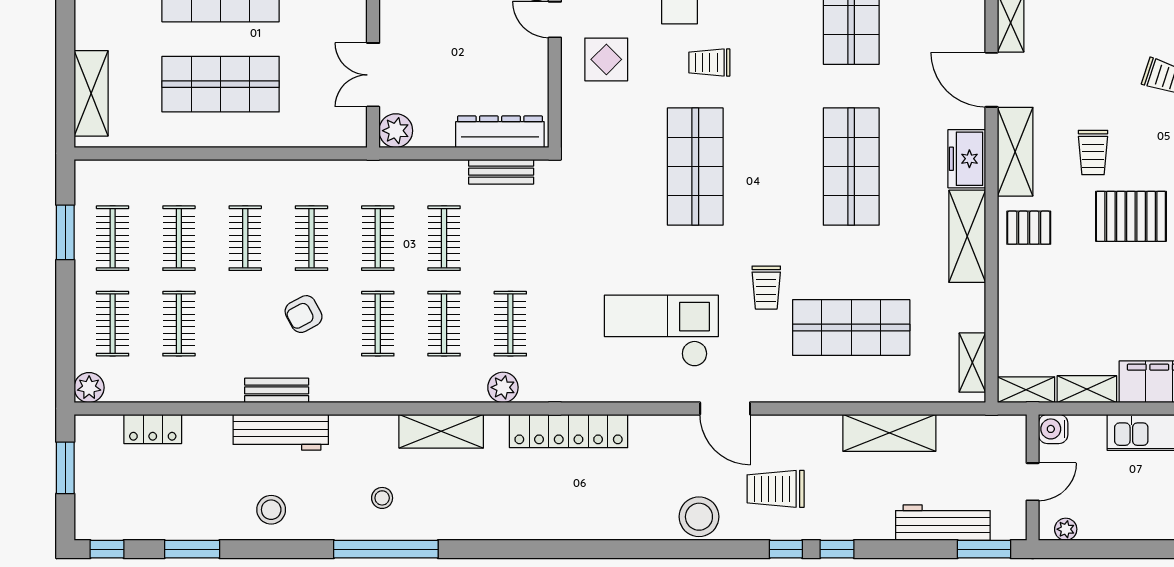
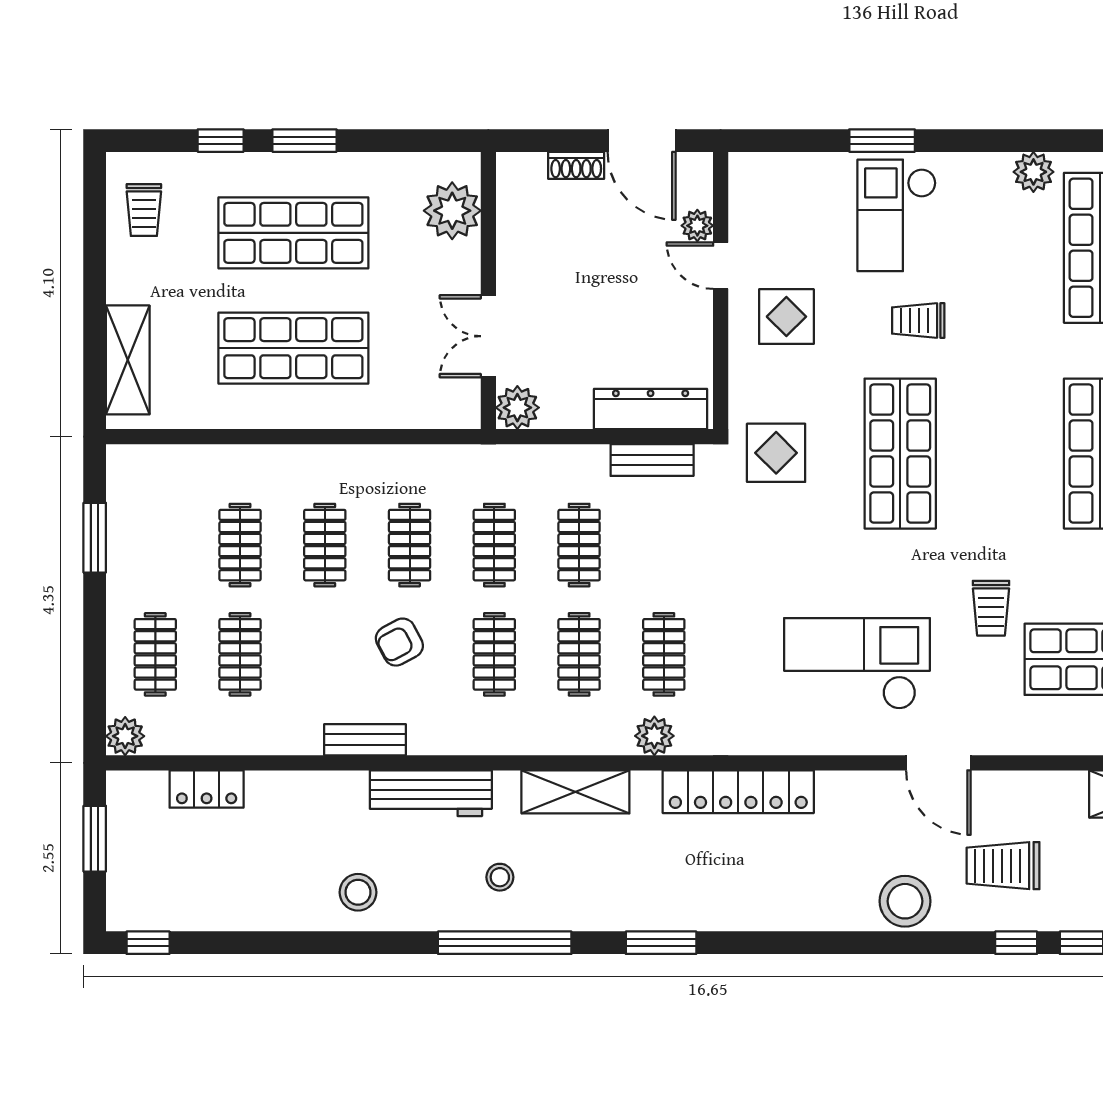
display table: (598, 166) -> (776, 453), added
clothes rail: (113, 238) -> (155, 545), removed
workbench: (281, 432) -> (431, 793), moved
window: (192, 549) -> (661, 943), moved

